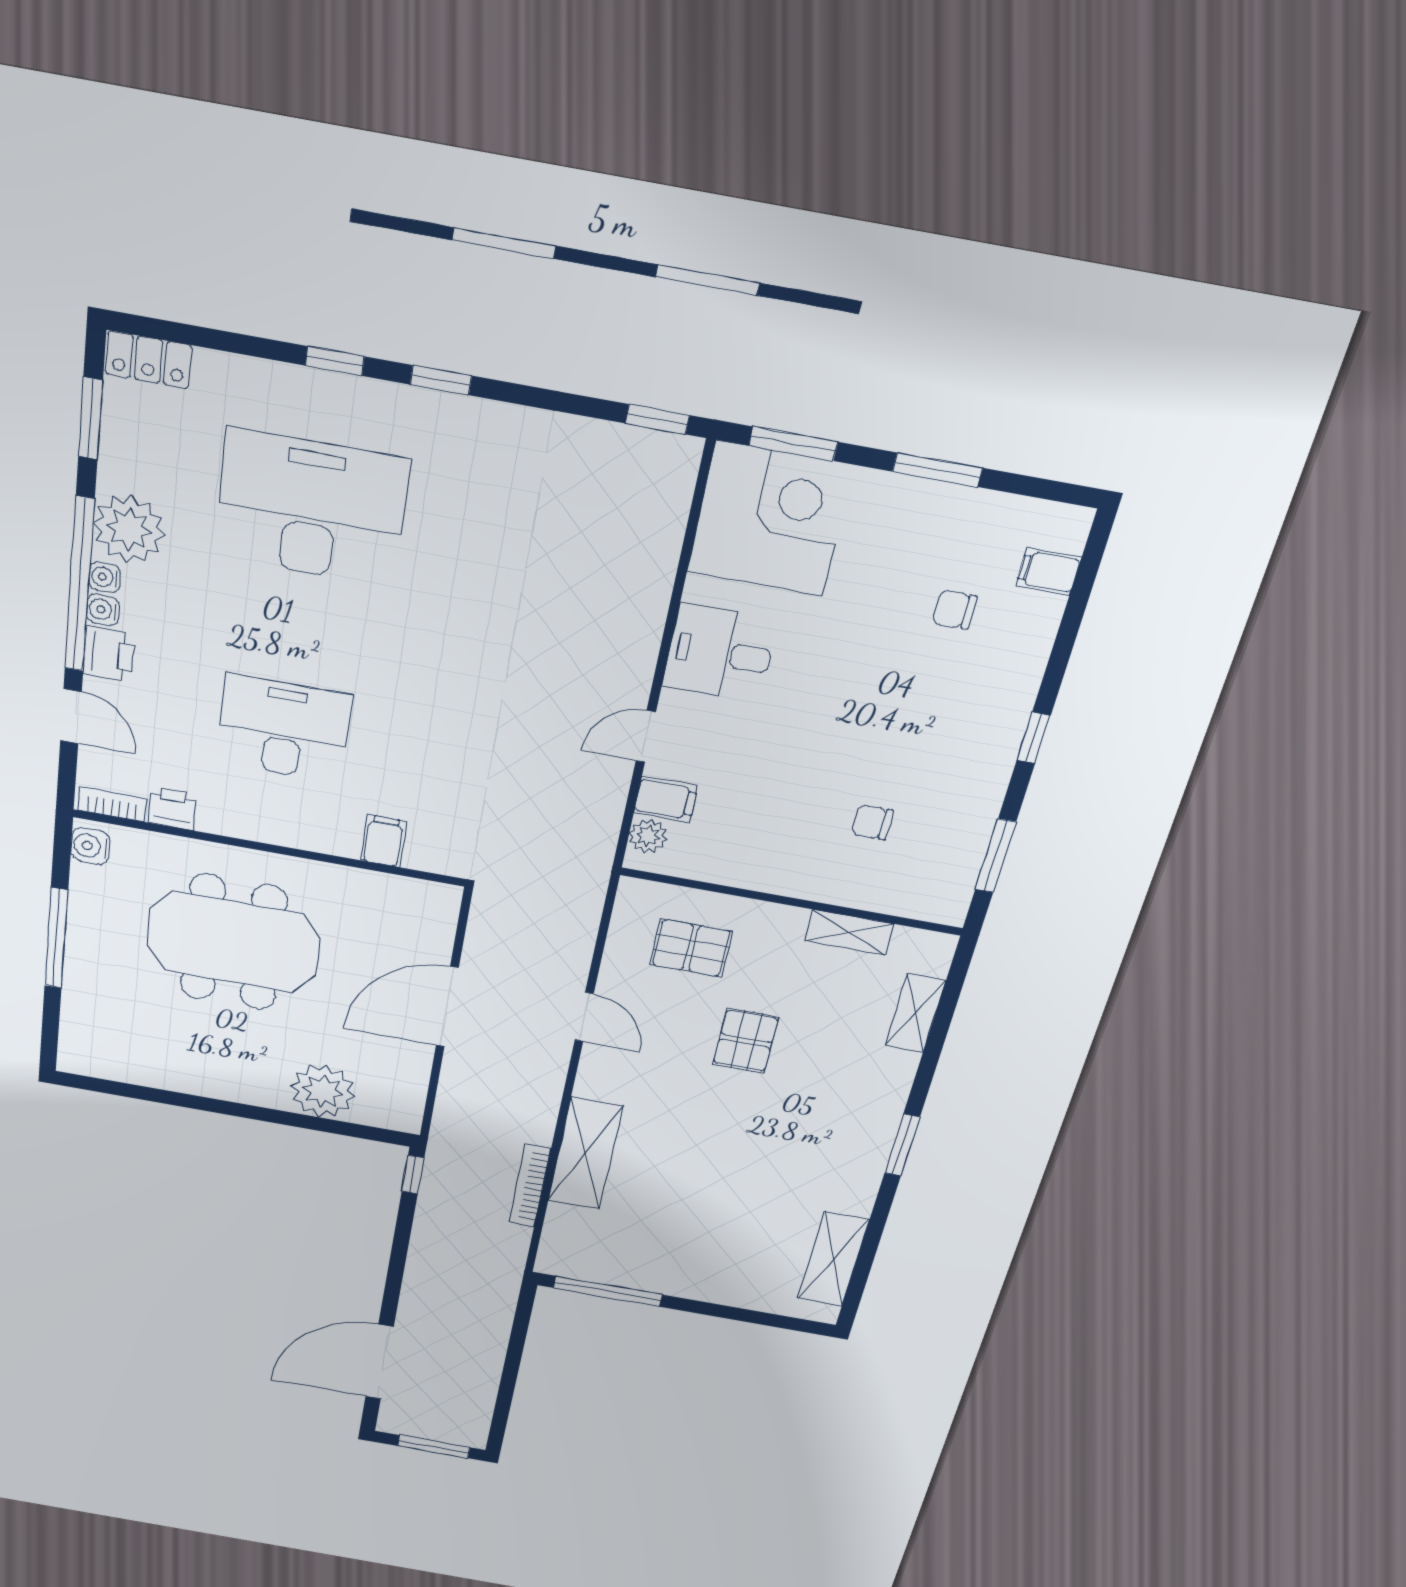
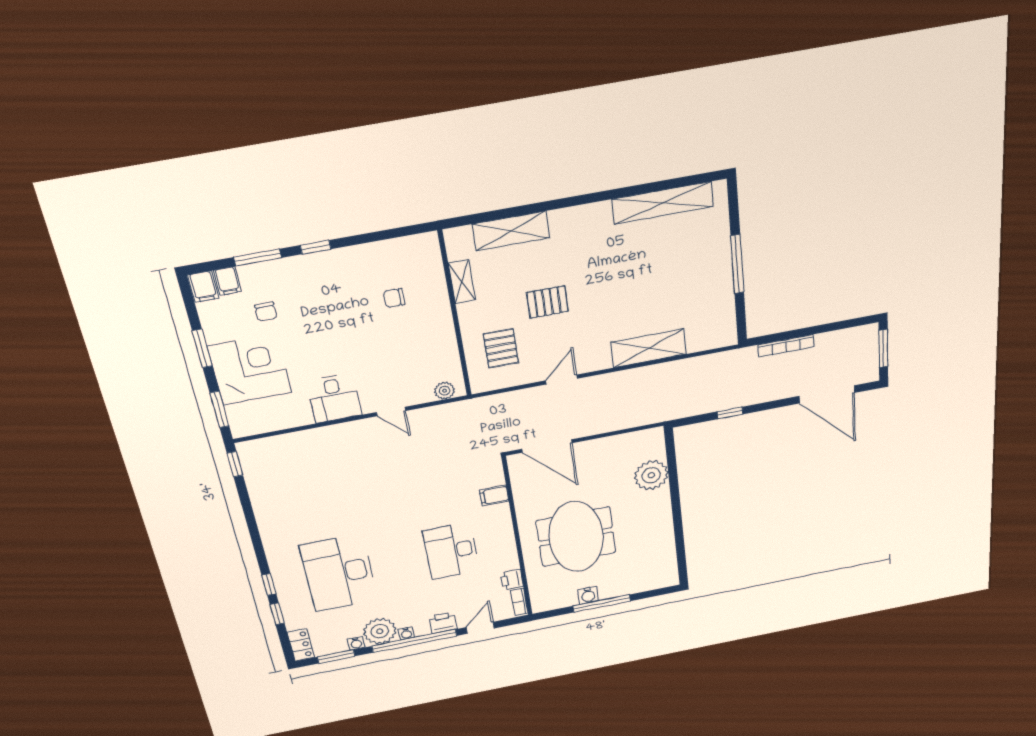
window: (441, 380) -> (277, 614), moved
corner desk: (770, 519) -> (250, 370), moved, turned 90
water cooler: (103, 610) -> (356, 643), moved
filing cabinet: (666, 799) -> (203, 287), moved, turned 180
chair: (872, 822) -> (394, 298), turned 90
water cooler: (90, 846) -> (588, 595), moved
window: (996, 856) -> (258, 257), moved
door: (447, 1007) -> (547, 446), moved
shelving: (915, 1013) -> (511, 231), width x1.50, depth x1.33
window: (902, 1145) -> (586, 199), removed
window: (413, 1175) -> (730, 413), moved
bookcase: (530, 1186) -> (786, 346), moved
shelving: (833, 1259) -> (663, 203), width x1.47
window: (608, 1291) -> (737, 264), moved

